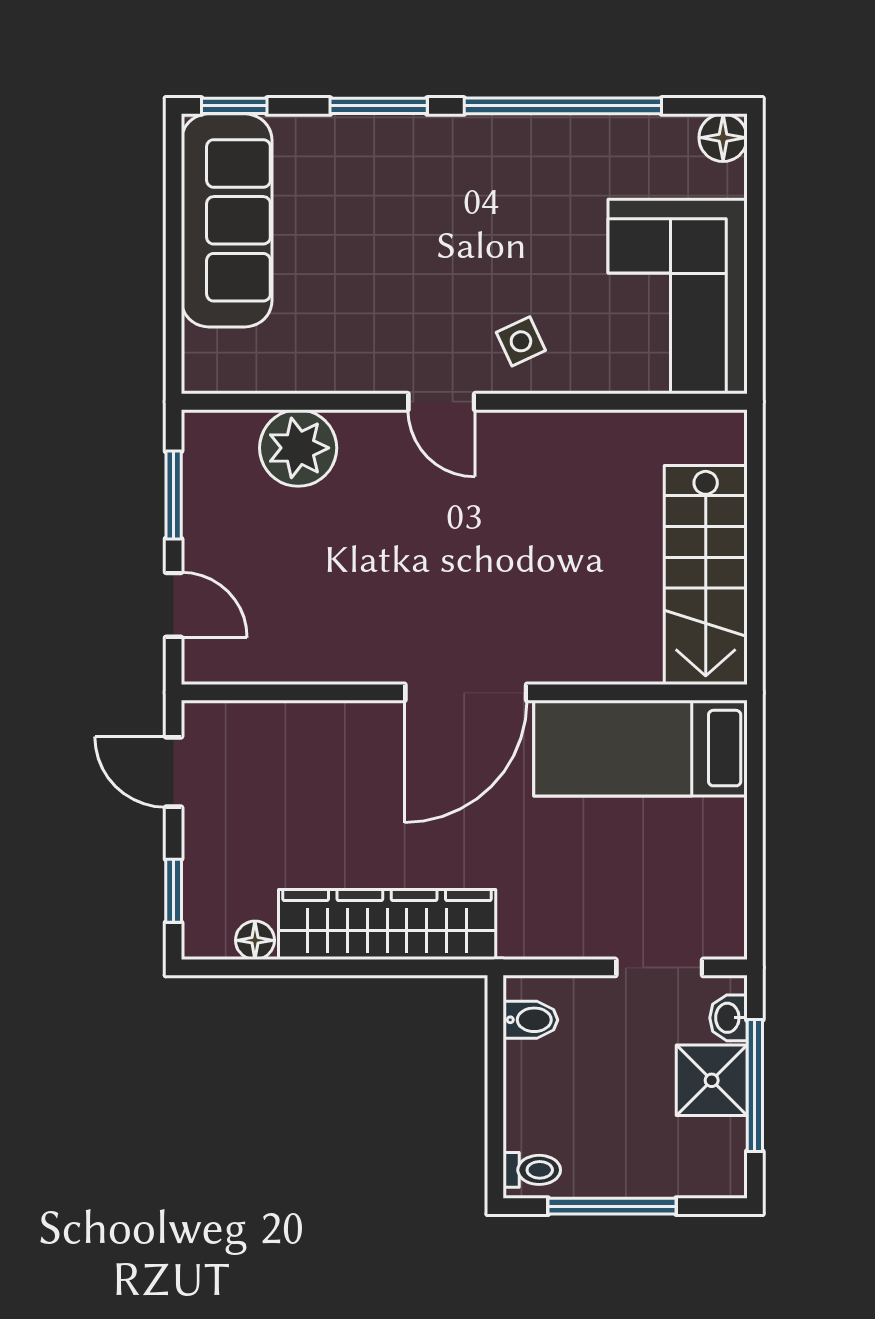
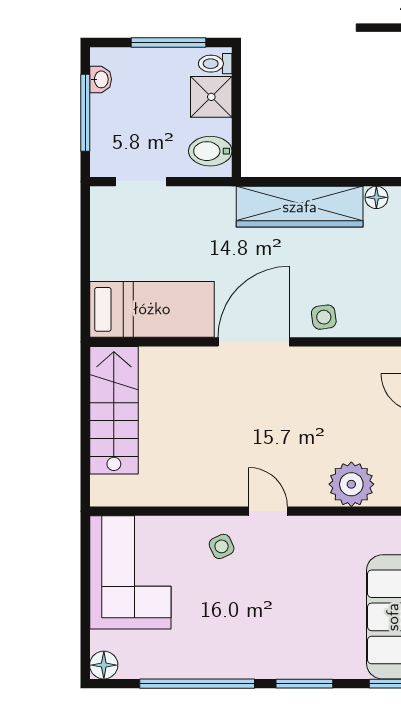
side table: (345, 735) -> (324, 317), added
washbasin: (728, 1018) -> (101, 79), moved
bidet: (530, 1020) -> (210, 151), width x1.38, depth x1.36
shower: (712, 1080) -> (211, 97), moved

